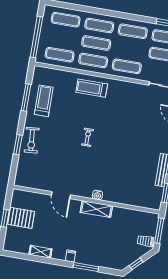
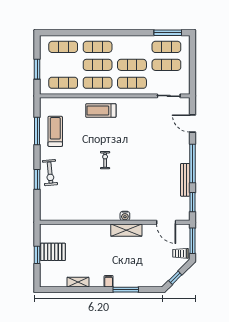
exercise mat: (133, 31) -> (132, 65), moved
window: (36, 37) -> (37, 69), width x0.47
door: (61, 195) -> (166, 222), moved

